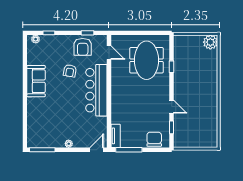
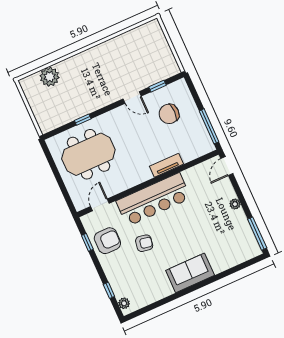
plant: (210, 42) -> (50, 77), moved
sofa: (36, 81) -> (190, 273), moved
door: (172, 107) -> (132, 97), swing flipped
tv unit: (116, 136) -> (167, 165), moved
chair: (154, 139) -> (169, 114), moved
door: (97, 150) -> (227, 166), hinge flipped

